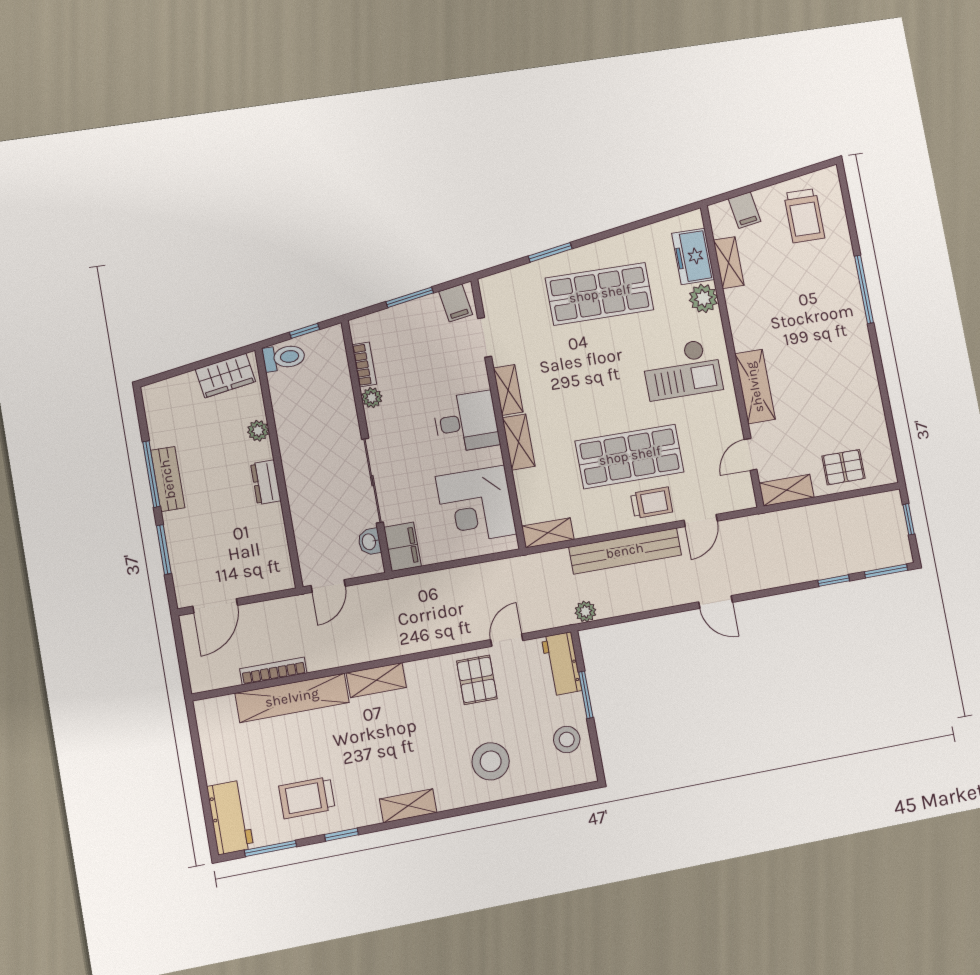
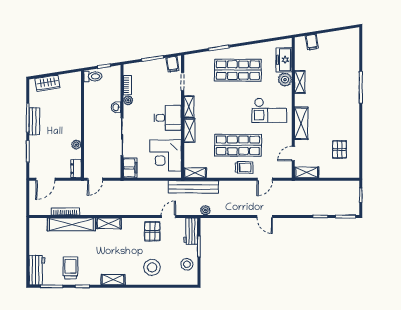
trolley: (804, 216) -> (339, 49), removed
shelving: (729, 263) -> (300, 82), moved
wardrobe: (225, 375) -> (48, 83), moved
plant: (258, 431) -> (76, 145), moved
pallet: (843, 467) -> (339, 149), moved, turned 90
dresser: (266, 482) -> (76, 169), moved
washbasin: (369, 542) -> (116, 107), moved
bench: (625, 551) -> (193, 187), moved
trolley: (307, 798) -> (71, 268), turned 90

